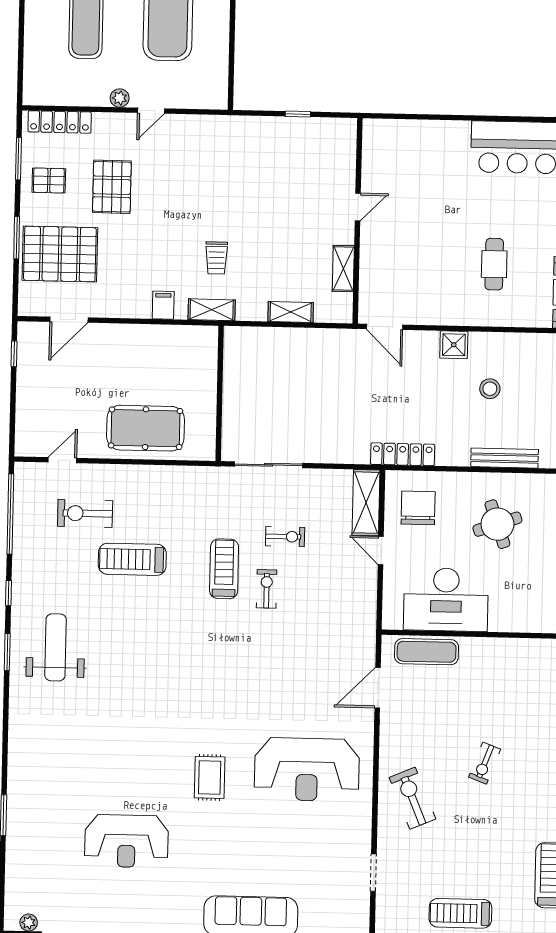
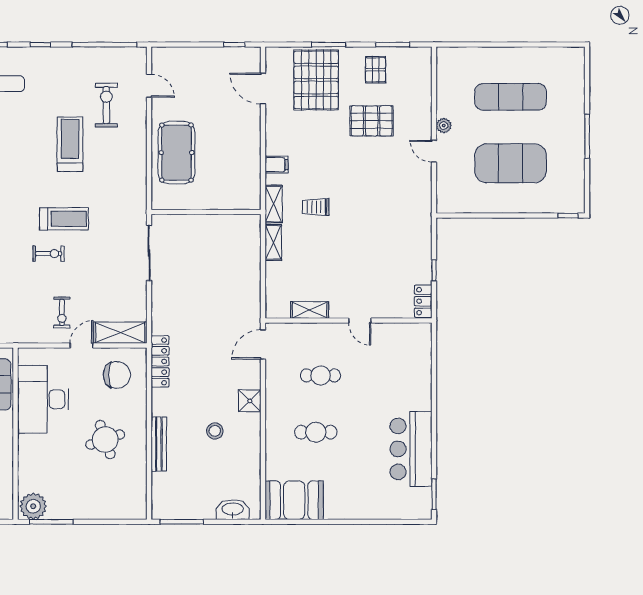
locker: (60, 122) -> (423, 301), moved, width x0.66
cafe table: (424, 257) -> (321, 375), added
shelving: (291, 312) -> (273, 242), moved
exercise bike: (285, 537) -> (62, 312), moved

